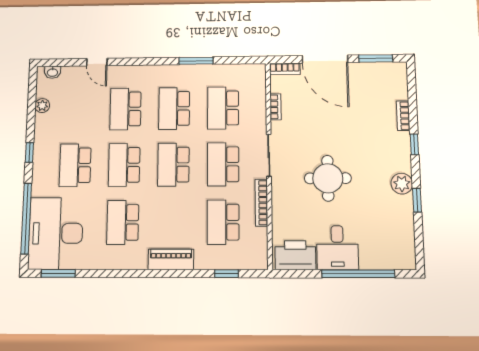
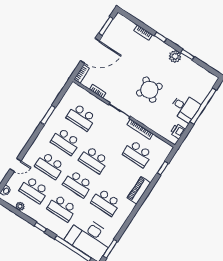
school desk: (223, 164) -> (34, 190), moved
round table: (328, 178) -> (149, 90), turned 38
printer: (295, 255) -> (178, 131), width x0.53, depth x0.68

